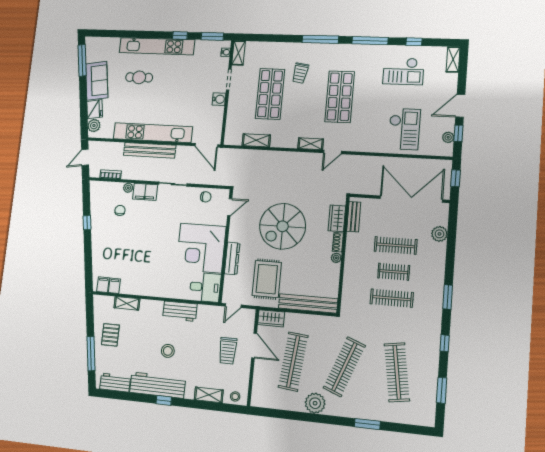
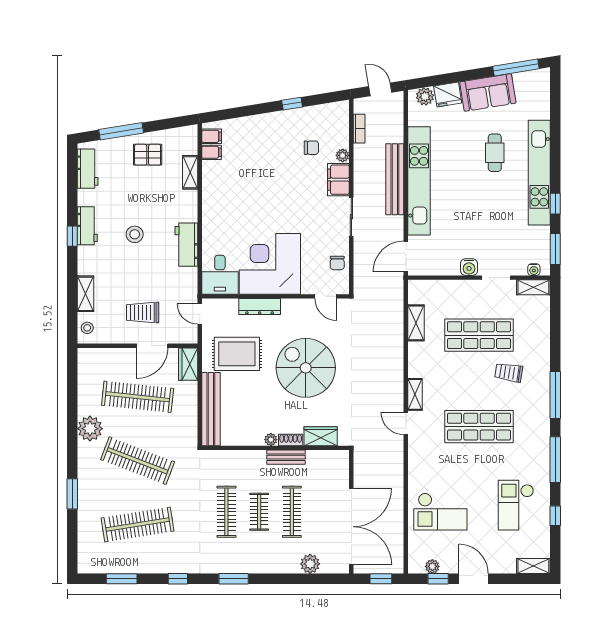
bench: (354, 217) -> (286, 457), moved
workbench: (158, 385) -> (87, 226), width x0.53, depth x0.76

